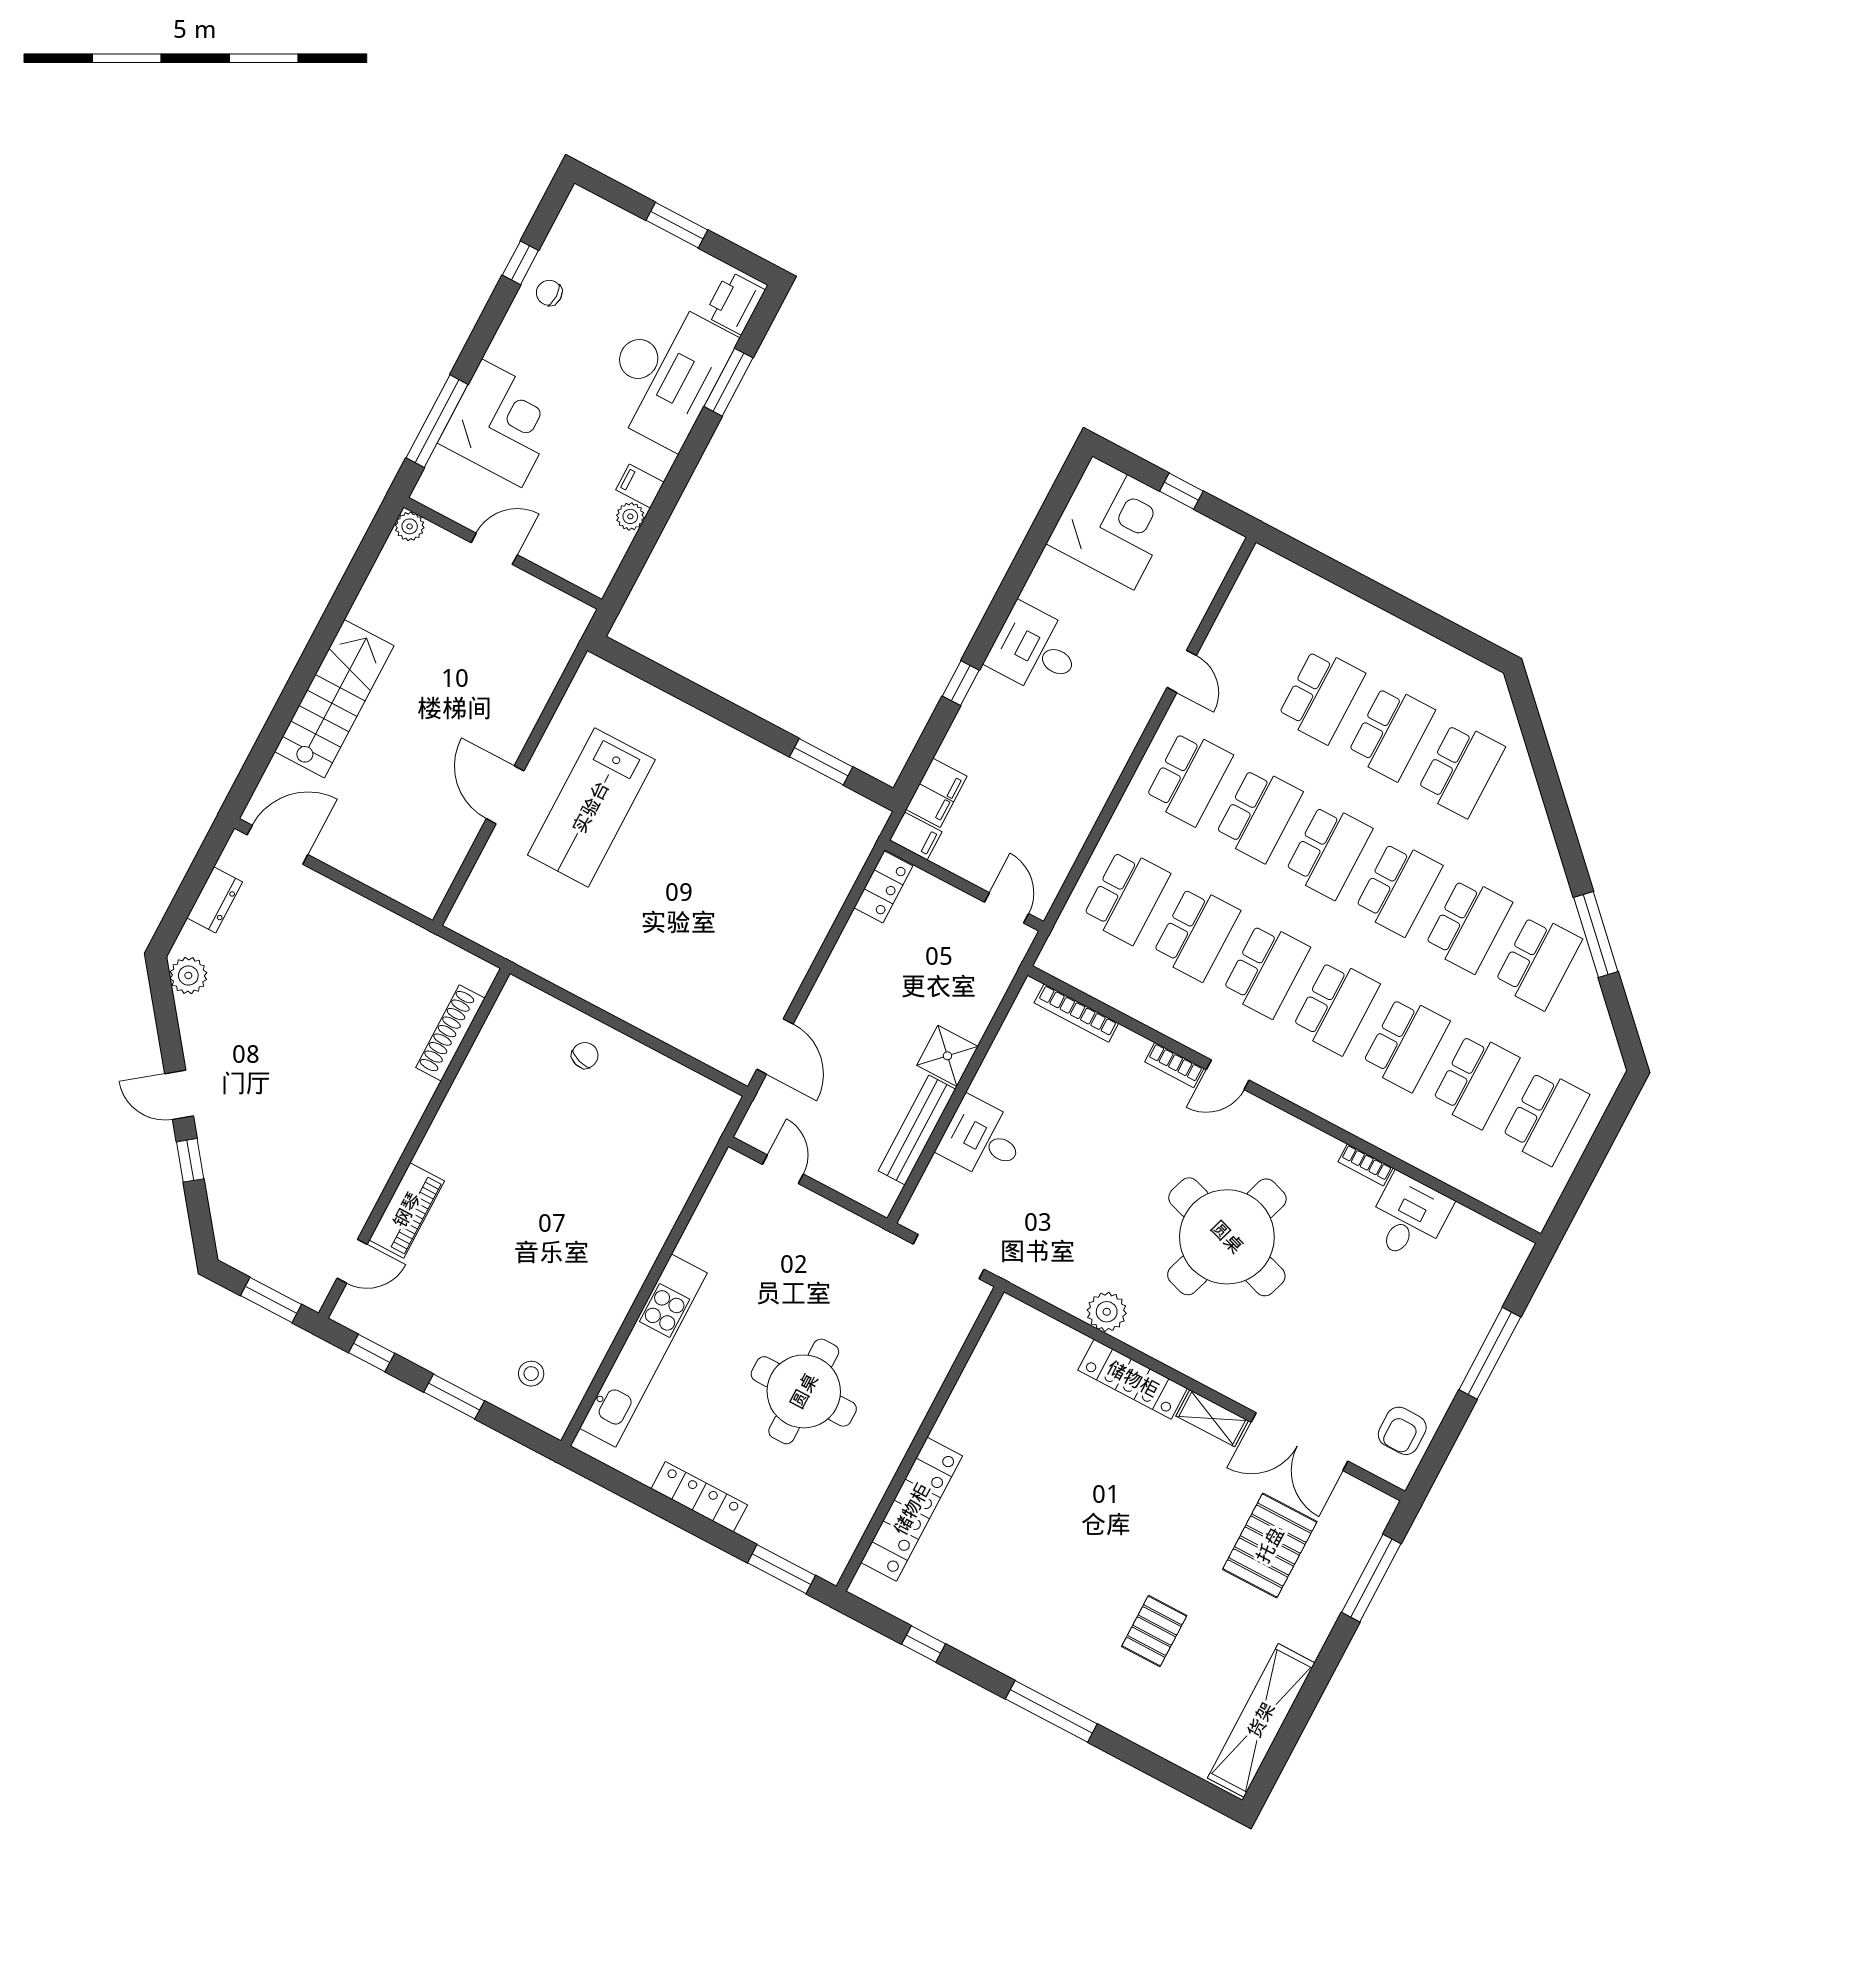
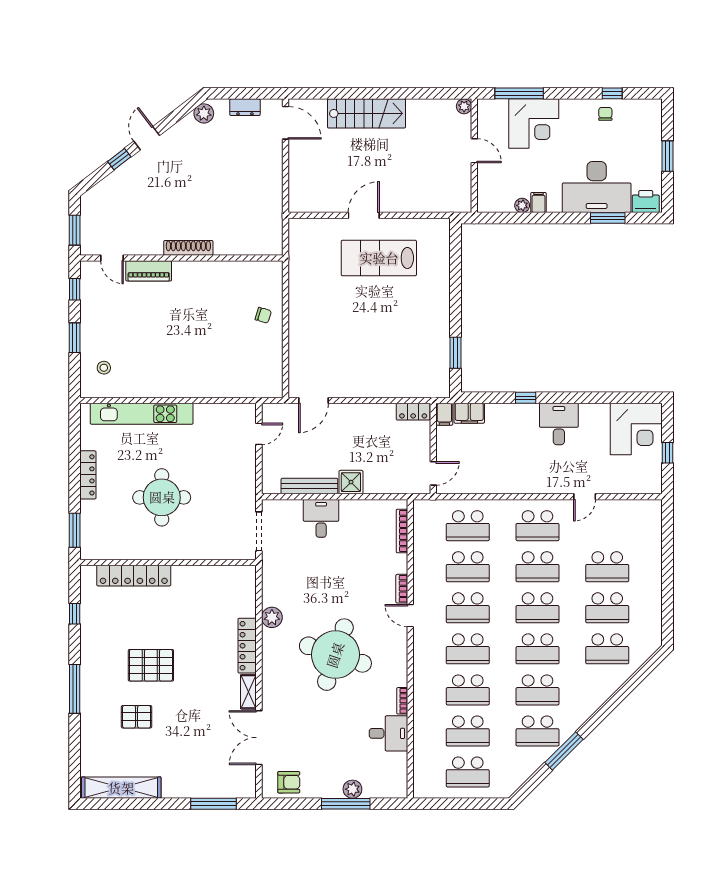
shoe rack: (450, 1033) -> (188, 248), moved
plant: (1471, 1329) -> (352, 789), added
armchair: (1402, 1431) -> (289, 782), turned 180
pallet: (1270, 1545) -> (151, 665), moved

